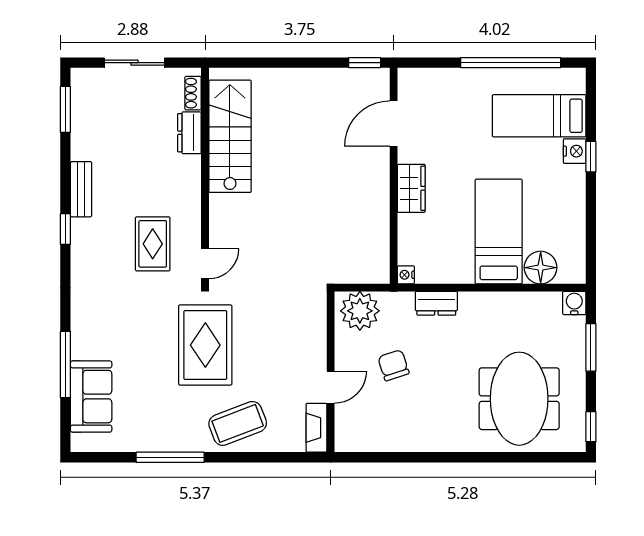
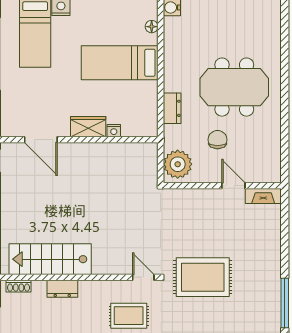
dresser: (189, 133) -> (62, 289), moved
floor lamp: (541, 268) -> (152, 27), width x0.53, depth x0.53
nightstand: (406, 275) -> (114, 131), moved
chair: (393, 365) -> (218, 140), turned 108
meeting table: (519, 399) -> (234, 87), moved
coffee table: (238, 423) -> (260, 254), removed

